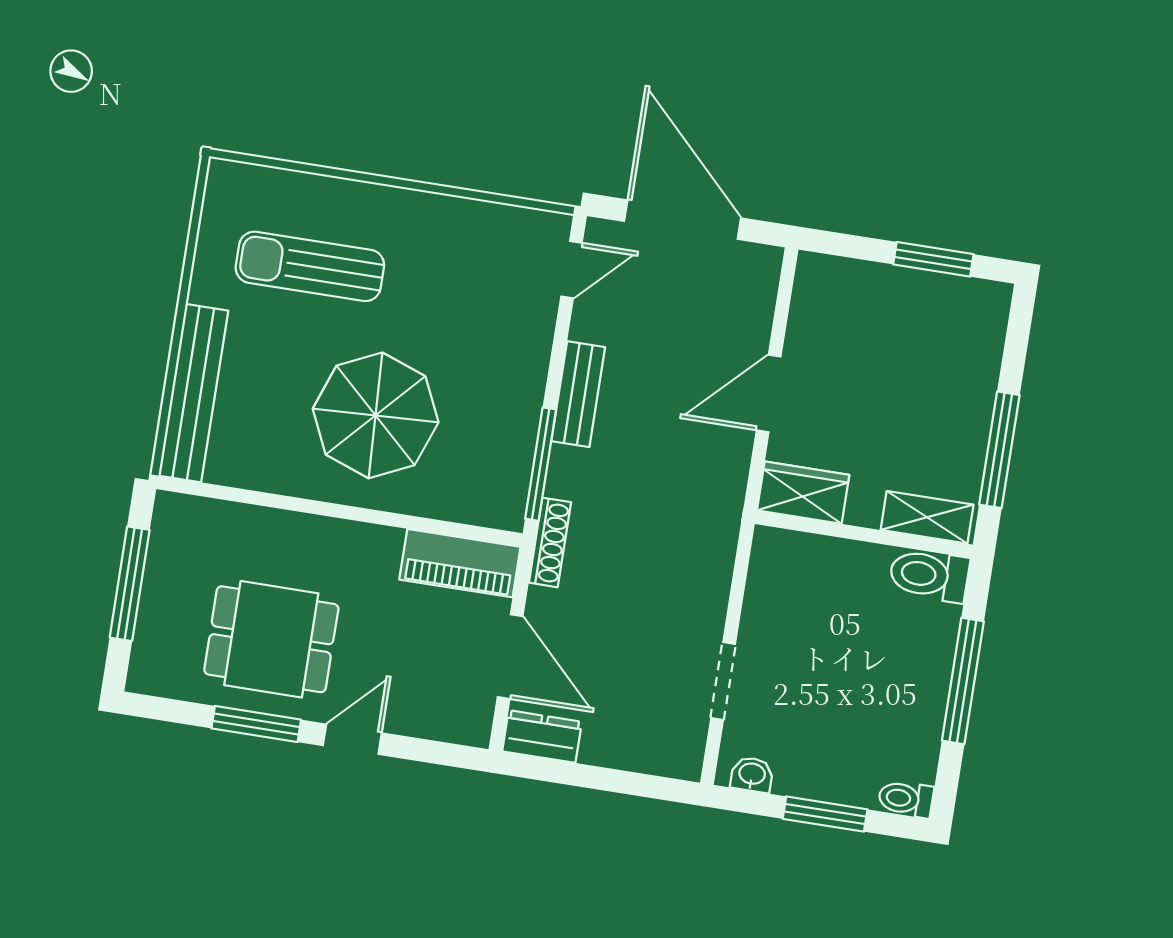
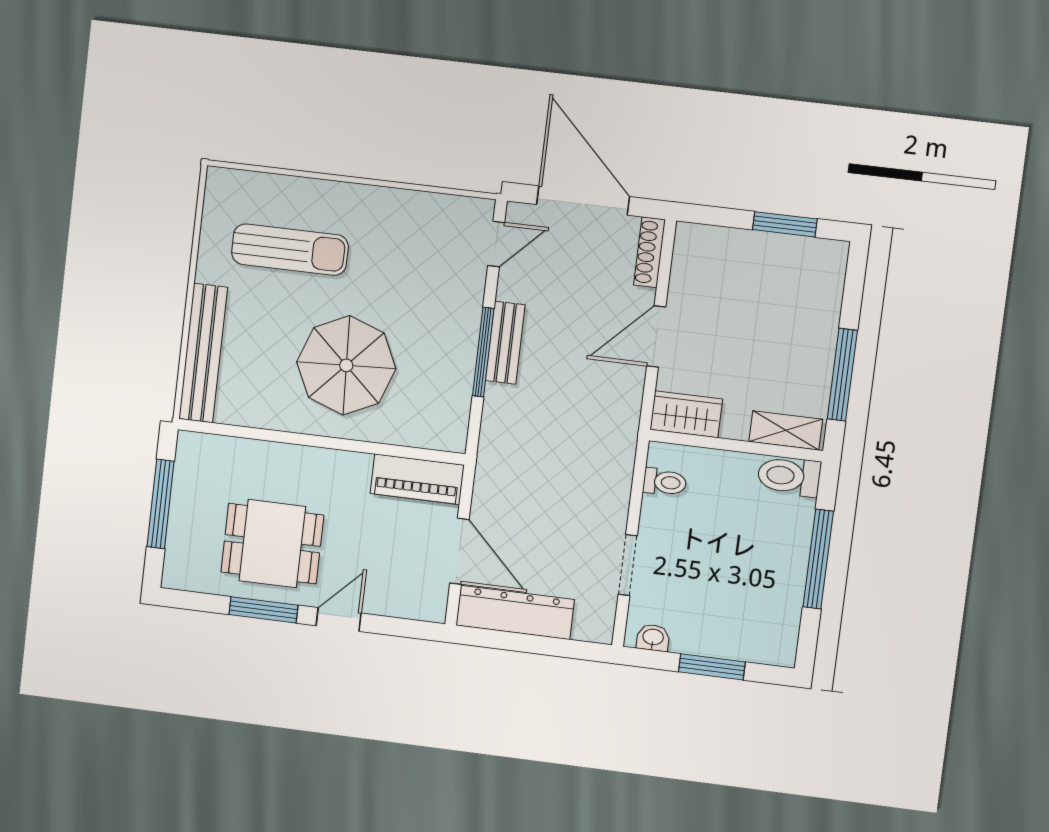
sun lounger: (310, 266) -> (290, 250), turned 180
window: (541, 464) -> (483, 352), moved
shoe rack: (550, 542) -> (649, 252), moved, turned 180
dresser: (542, 737) -> (515, 612), width x1.96, depth x1.24
toilet: (906, 799) -> (665, 482), moved, turned 180

